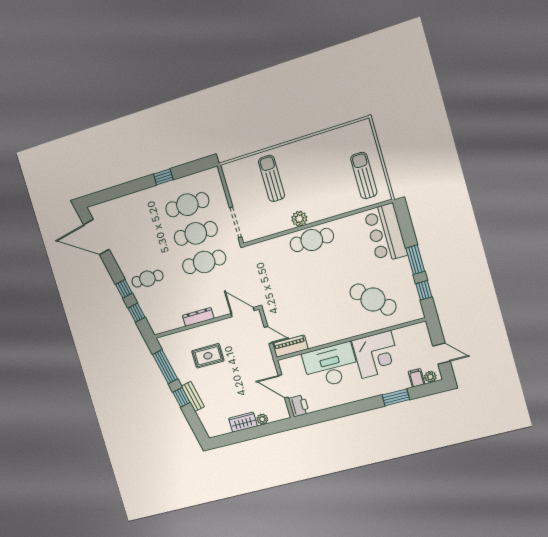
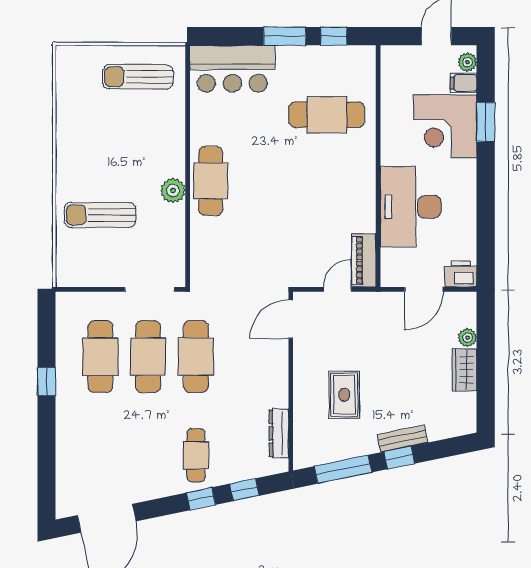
cafe table: (373, 300) -> (327, 115), turned 47
dresser: (198, 317) -> (279, 433), moved
corner desk: (376, 354) -> (445, 126), moved, turned 180

